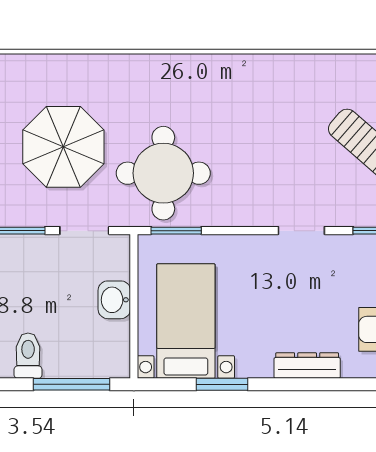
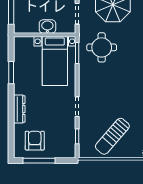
round table: (163, 173) -> (102, 47), width x0.73, depth x0.73
bed with nightstands: (186, 321) -> (55, 61), moved, turned 90

